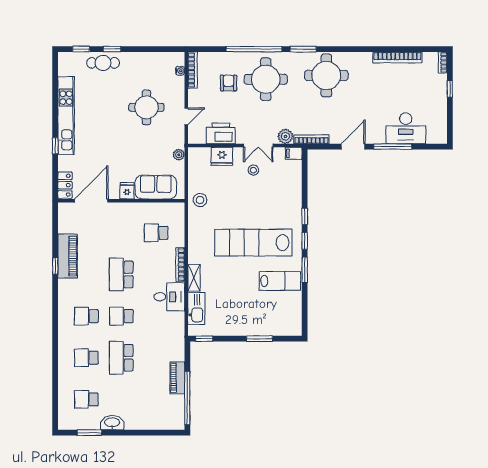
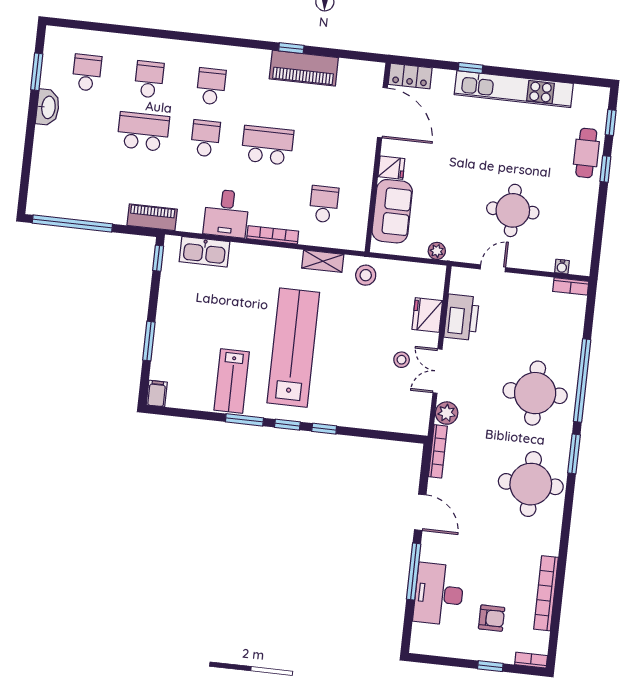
bookcase: (192, 70) -> (571, 286), width x0.64
armchair: (229, 83) -> (492, 618), moved
door: (186, 116) -> (493, 268), swing flipped
filing cabinet: (294, 153) -> (157, 394), moved
shelving: (194, 278) -> (323, 261), moved
piano: (177, 378) -> (152, 217), moved

